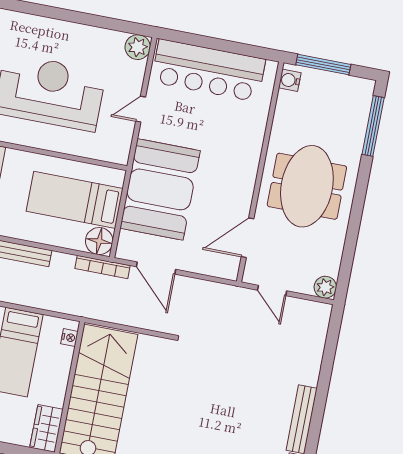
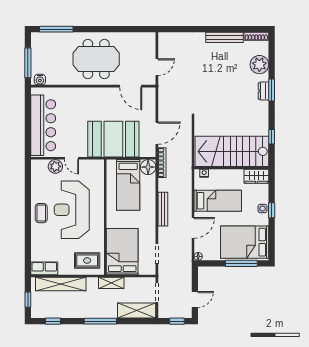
coffee table: (55, 37) -> (41, 213), added
plant: (138, 47) -> (55, 166), moved
plant: (325, 287) -> (150, 38), removed

